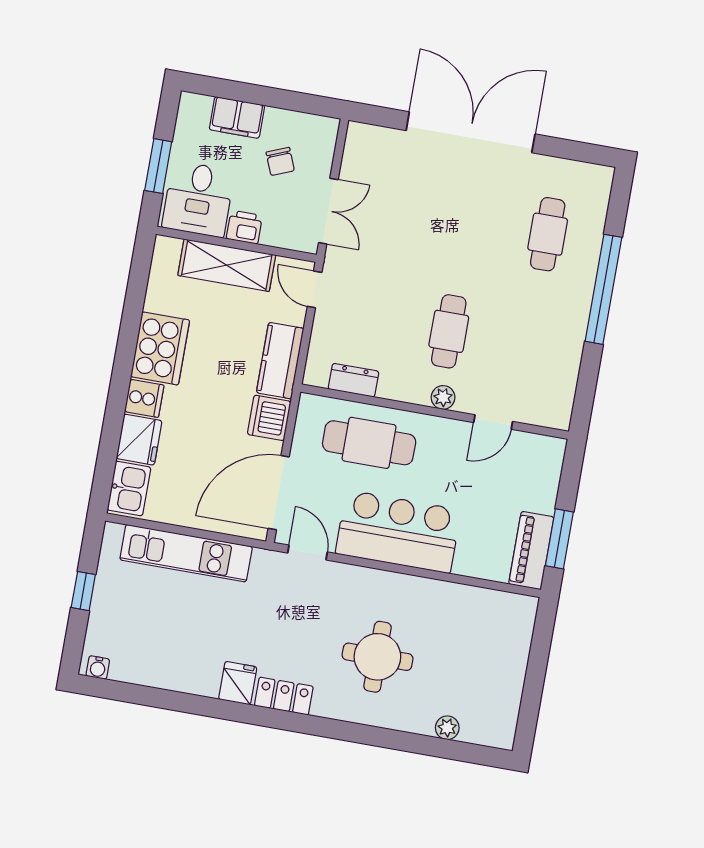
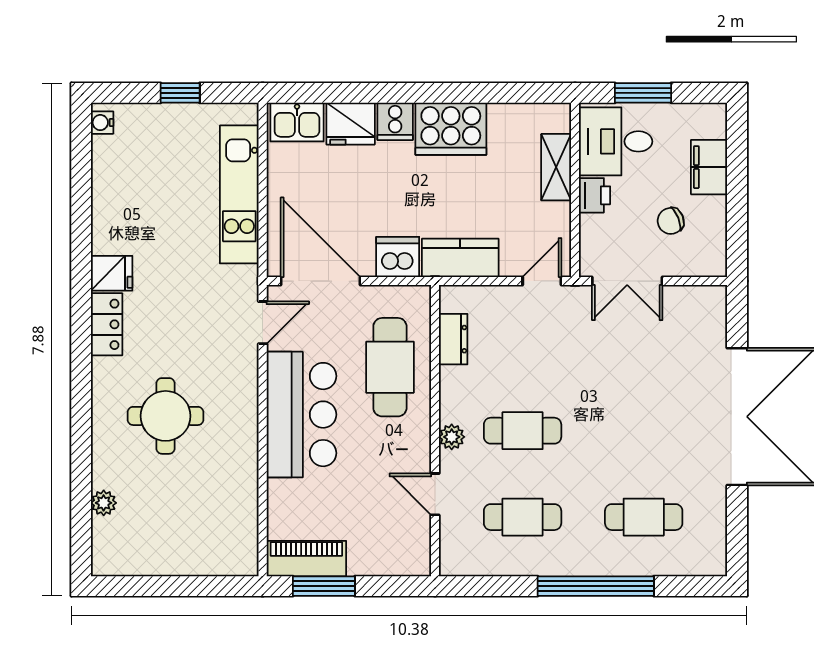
shelving: (227, 265) -> (556, 167), width x0.67, depth x0.75
cafe table: (528, 345) -> (523, 517), added

